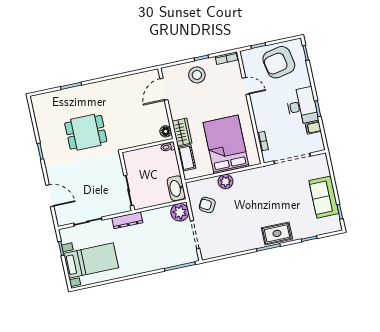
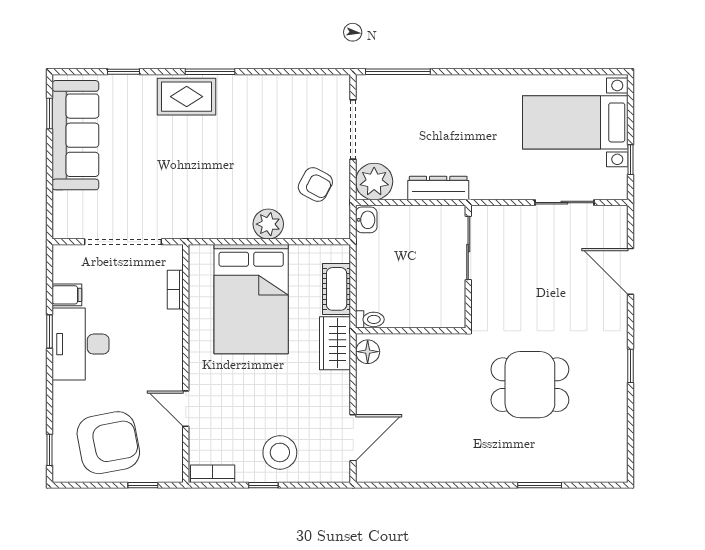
washbasin: (176, 188) -> (366, 220), width x0.52, depth x0.69
sofa: (324, 197) -> (75, 135), width x1.36
dresser: (127, 220) -> (438, 188), moved

